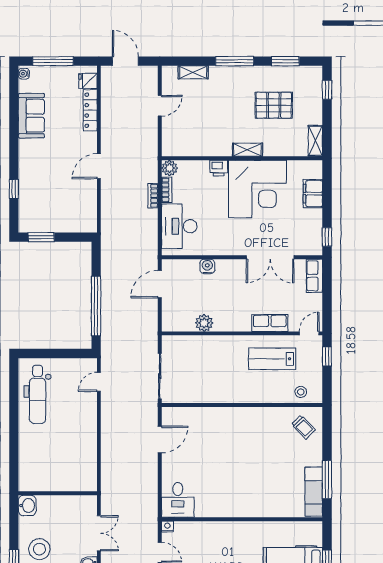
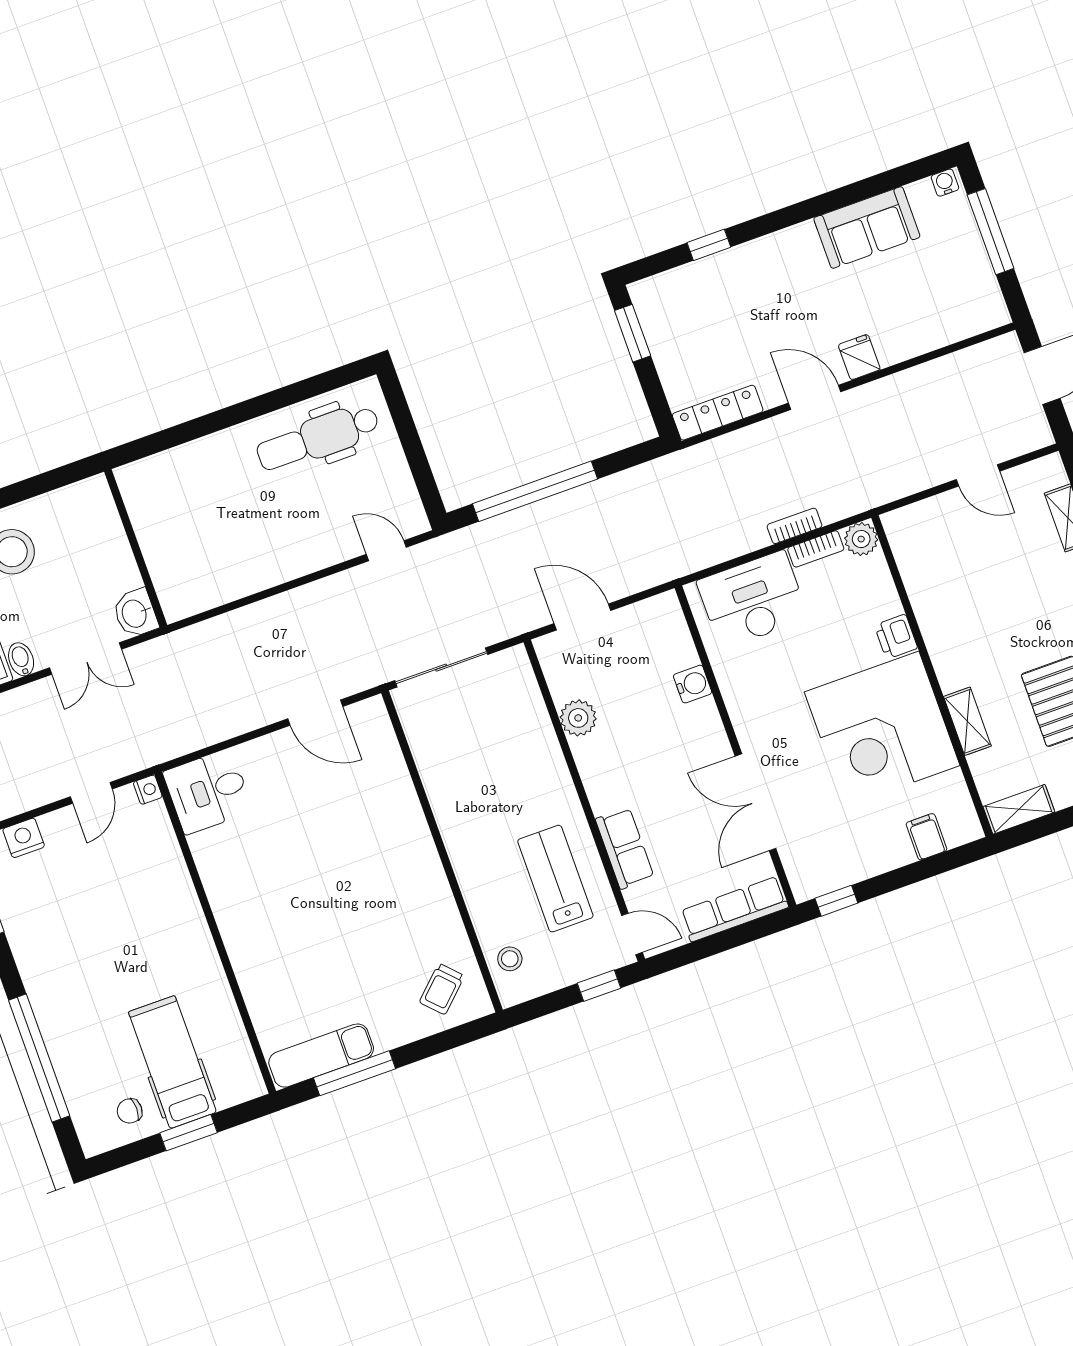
fridge: (88, 81) -> (859, 357), moved
locker: (90, 110) -> (718, 413), moved
shelving: (247, 150) -> (967, 721), moved
filing cabinet: (313, 194) -> (926, 837), width x0.50
row of seats: (314, 276) -> (734, 909), width x1.48
door: (160, 284) -> (582, 617), moved
washbasin: (27, 505) -> (135, 613), moved, turned 90

